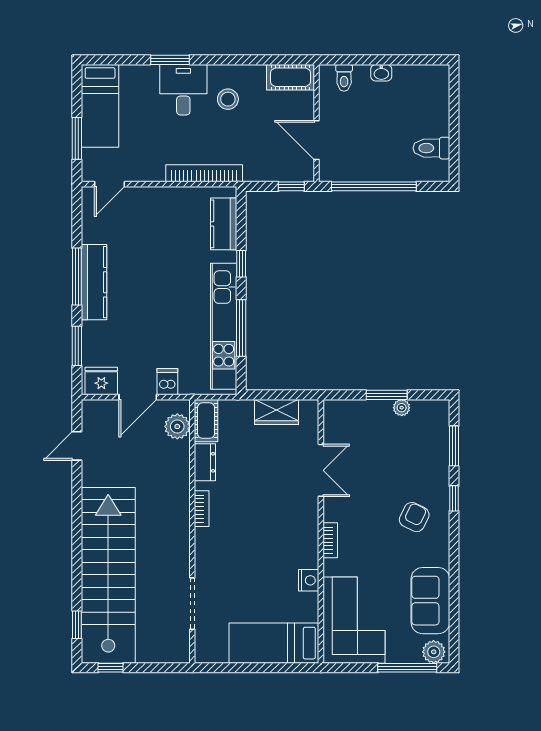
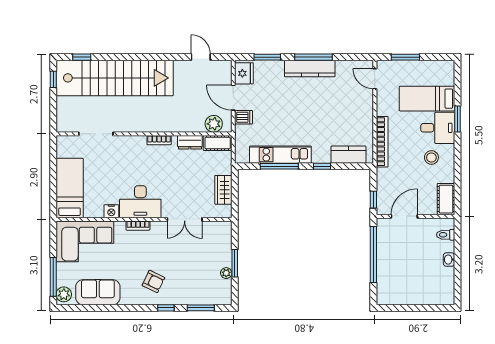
bed: (100, 106) -> (427, 99), moved
toilet: (431, 148) -> (399, 293), removed
kitchen unit: (224, 326) -> (280, 155), width x0.73
desk: (294, 537) -> (140, 202), added

